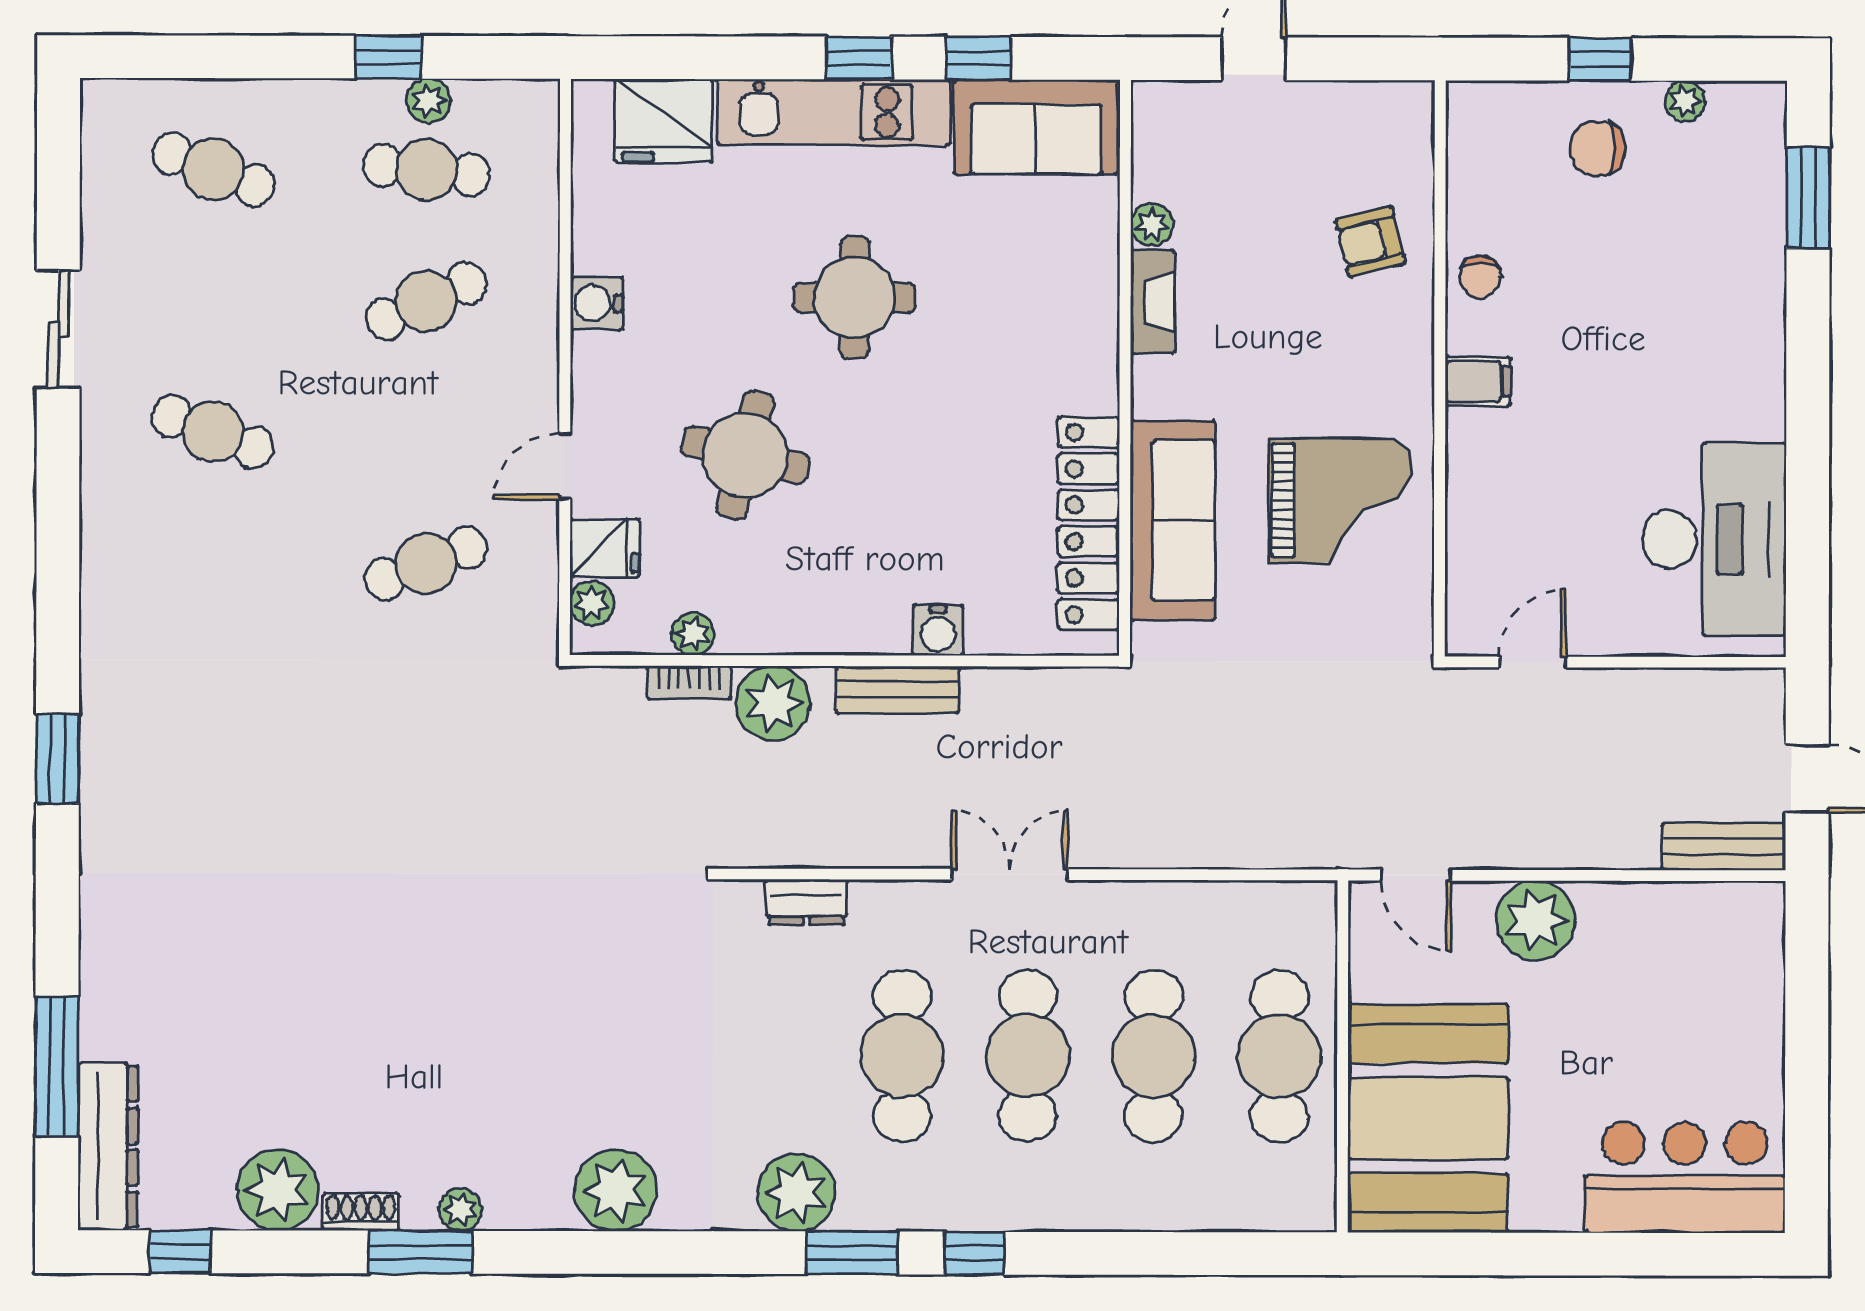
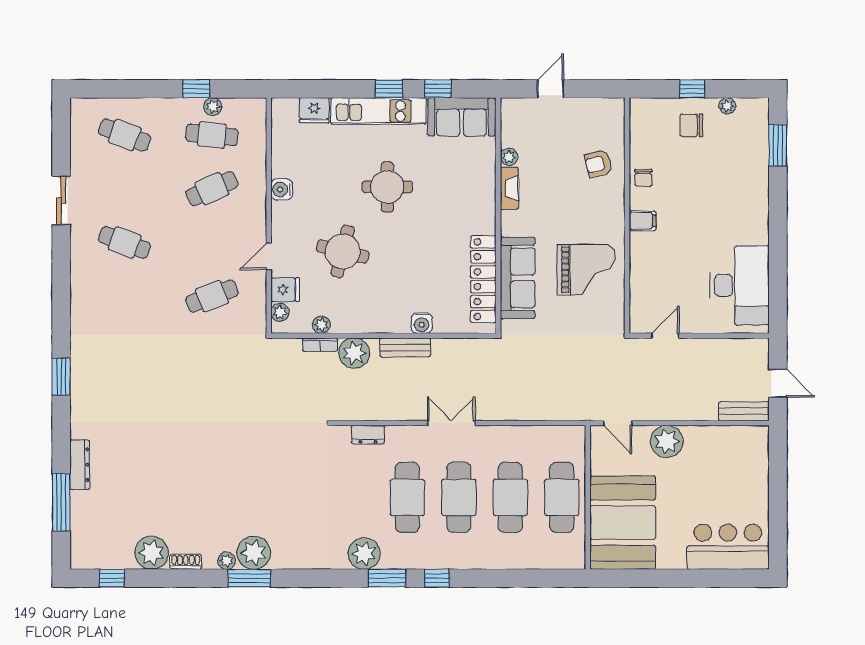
fridge: (664, 121) -> (314, 110), width x0.73, depth x0.75
dresser: (108, 1147) -> (80, 465), moved, width x0.73, depth x0.80
plant: (616, 1190) -> (254, 553), moved
window: (420, 1252) -> (249, 578), moved

